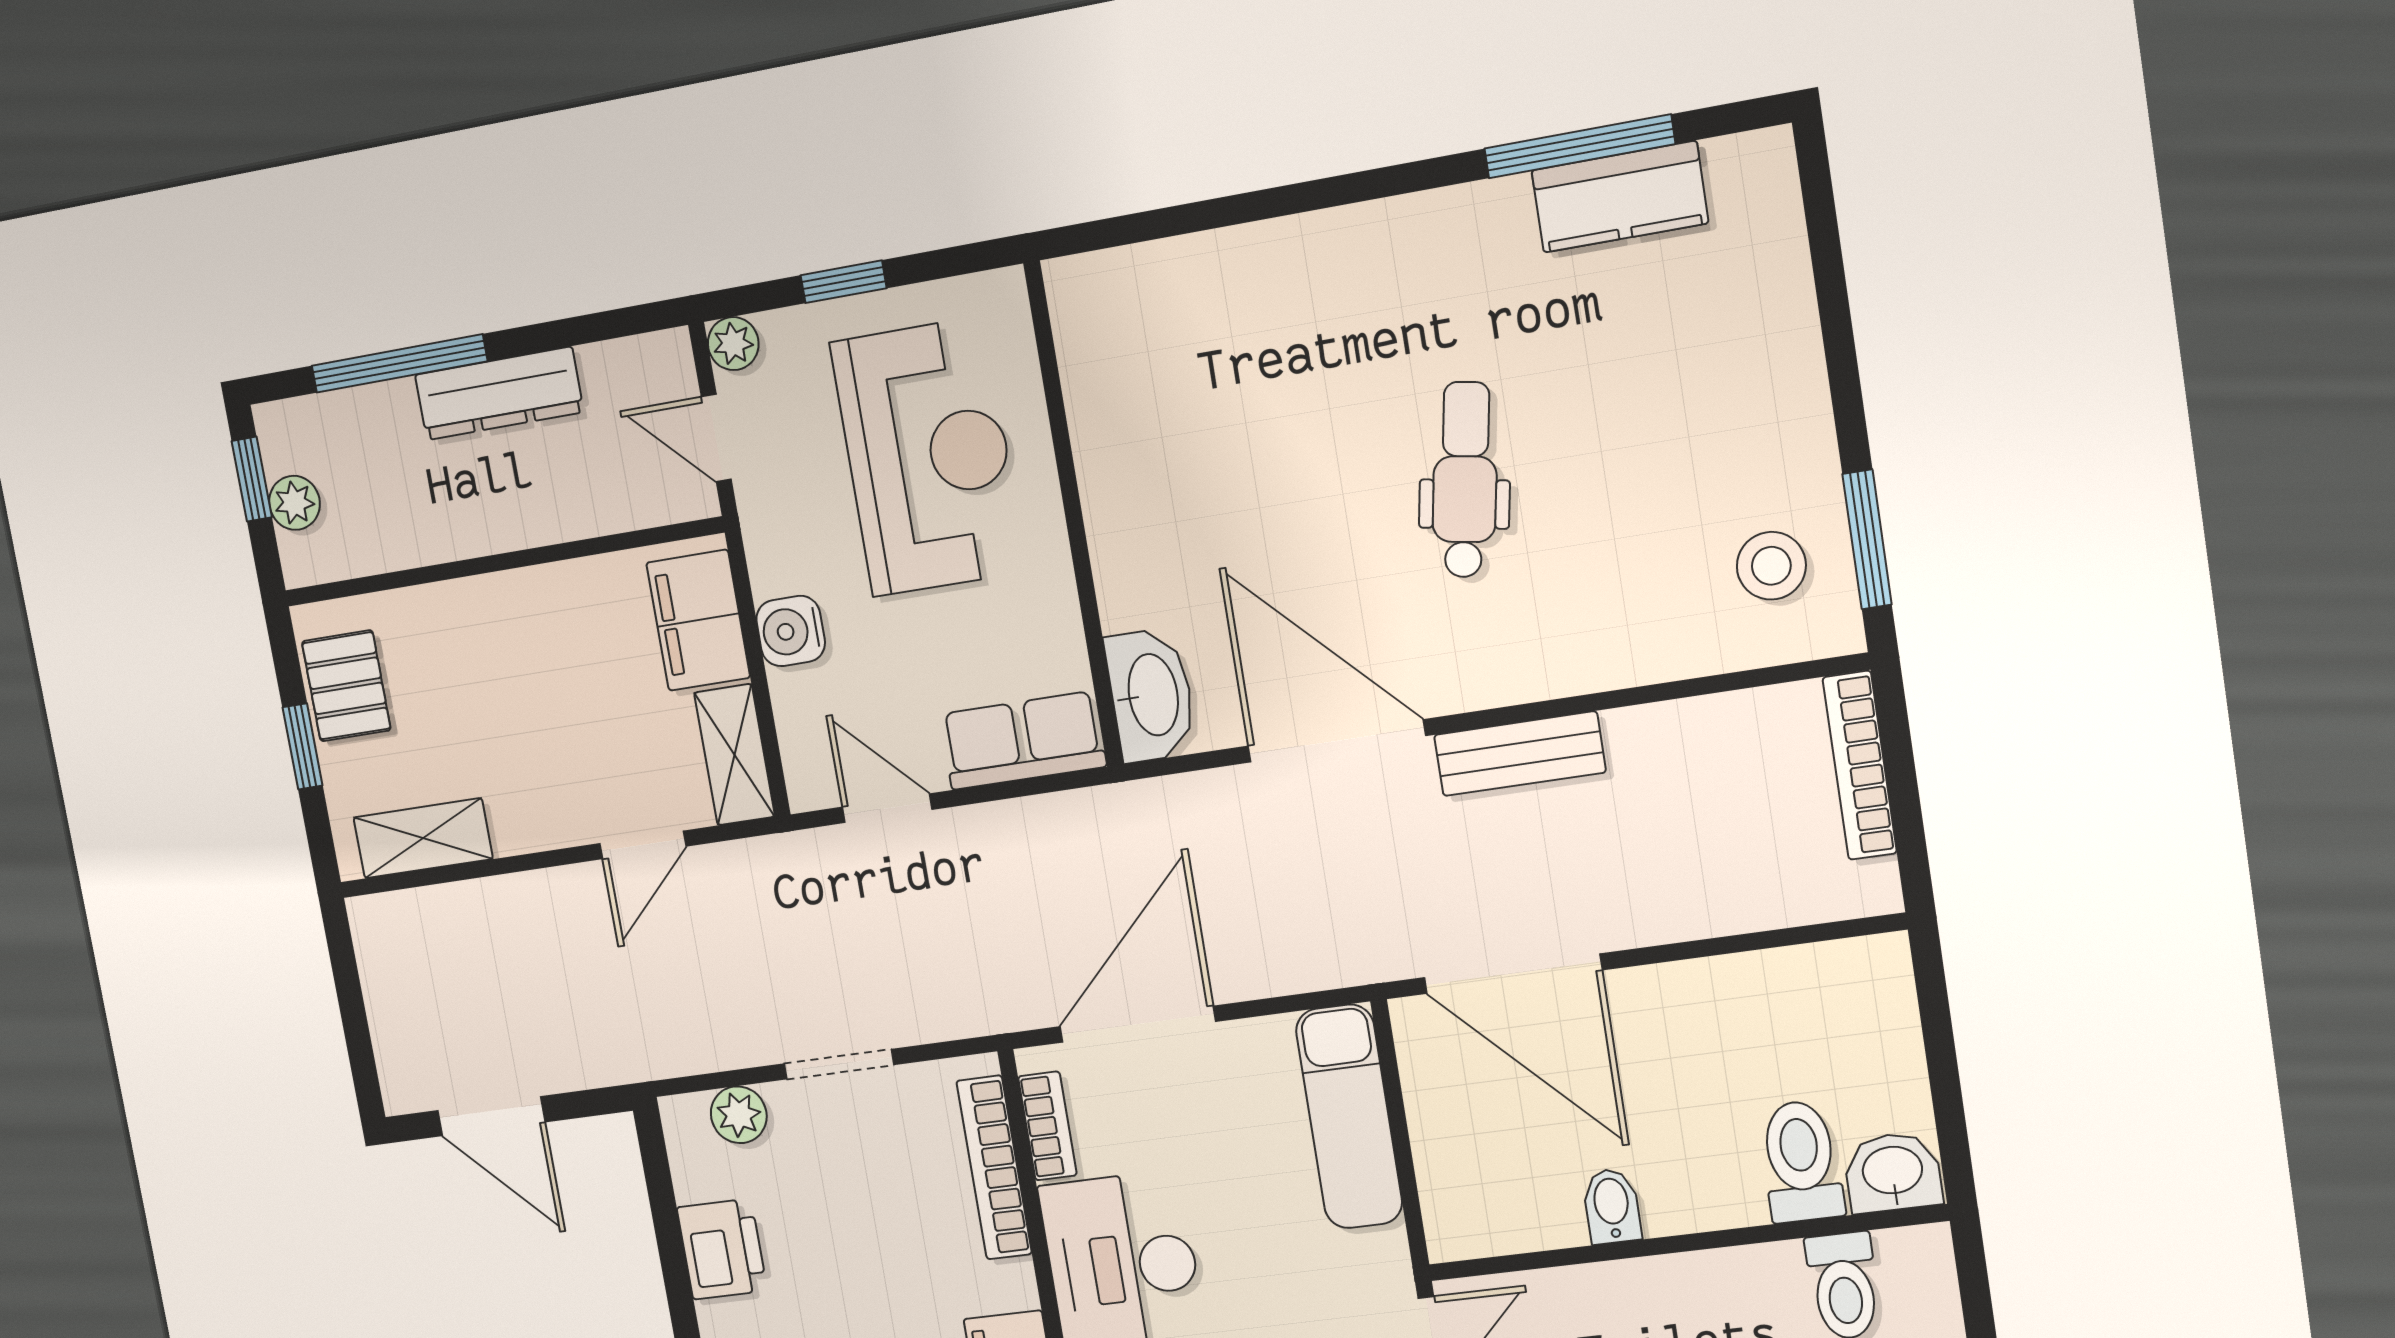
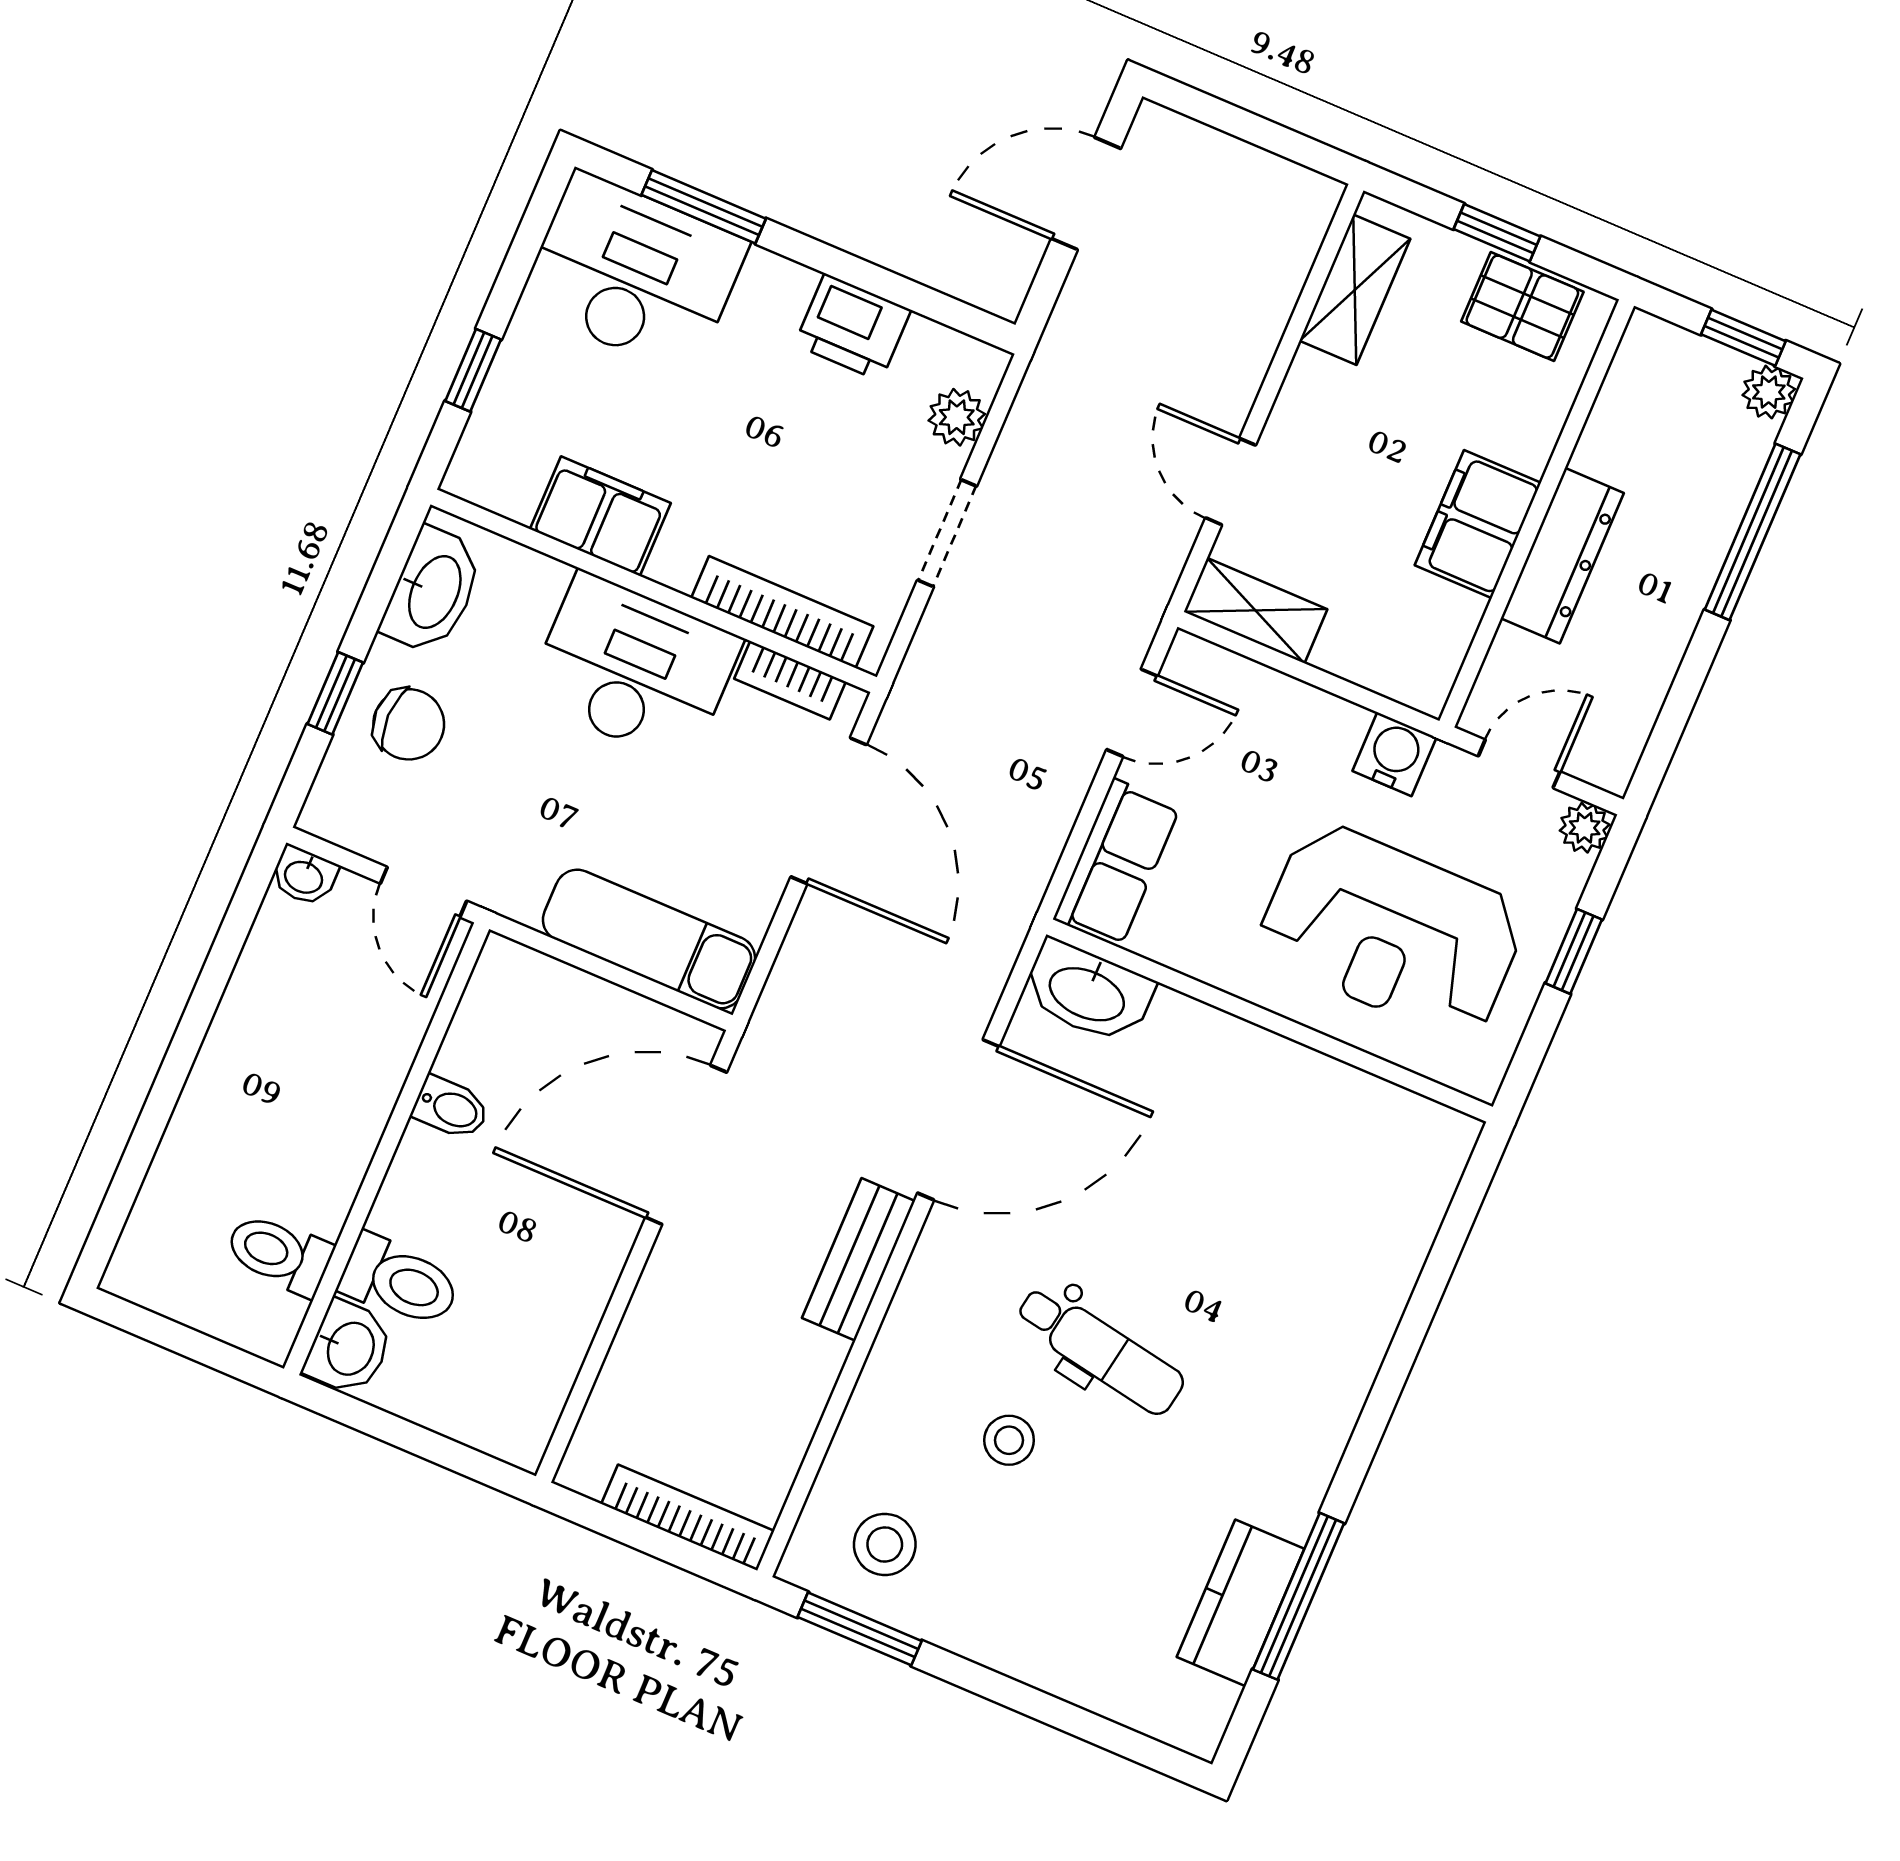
dresser: (499, 393) -> (1562, 556), moved, turned 180
plant: (295, 503) -> (1769, 392), moved
stool: (1601, 511) -> (1009, 1440), added
filing cabinet: (698, 620) -> (1478, 524), moved, turned -90
water cooler: (791, 631) -> (1394, 754), moved

